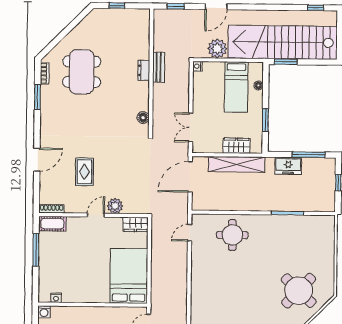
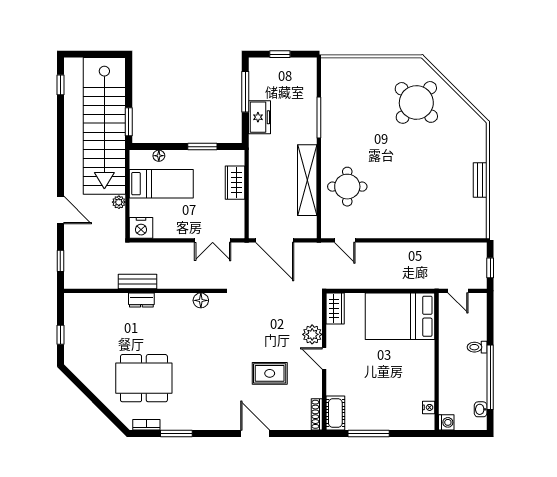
plant: (217, 49) -> (119, 202), width x0.53, depth x0.53
nightstand: (198, 66) -> (141, 228), width x1.89, depth x1.79
shelving: (237, 164) -> (307, 180), moved

